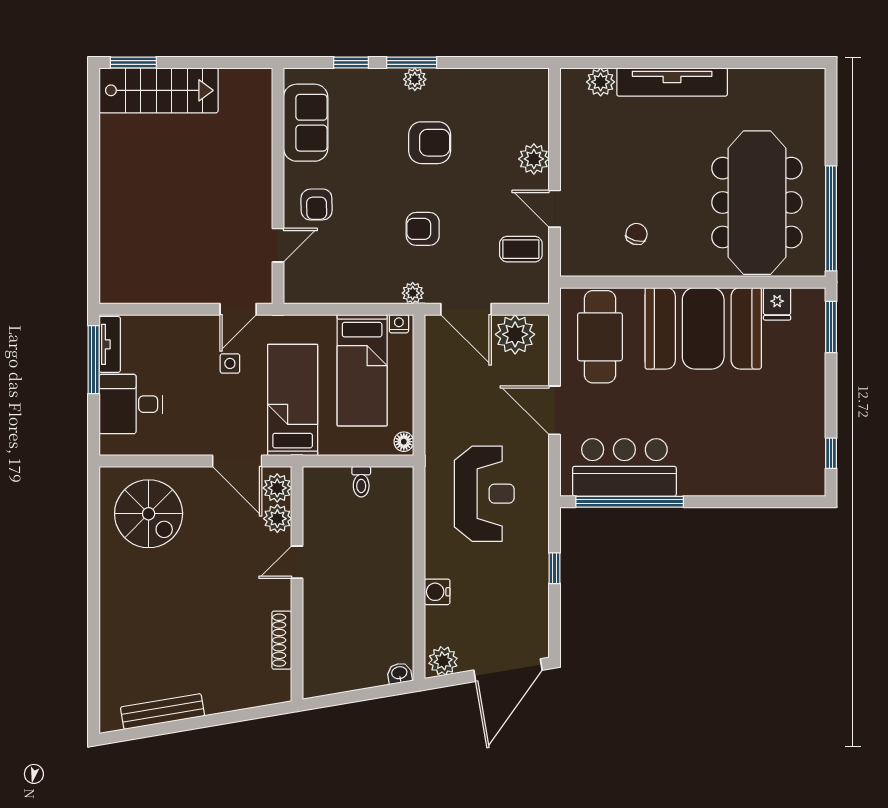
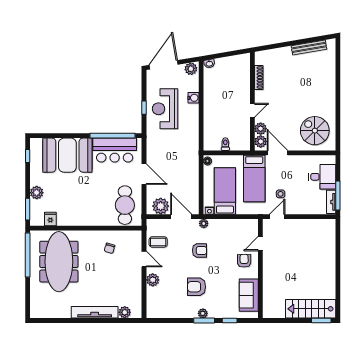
booth: (703, 328) -> (67, 155), moved
plant: (810, 367) -> (37, 193), added
reception desk: (484, 494) -> (165, 109), moved

